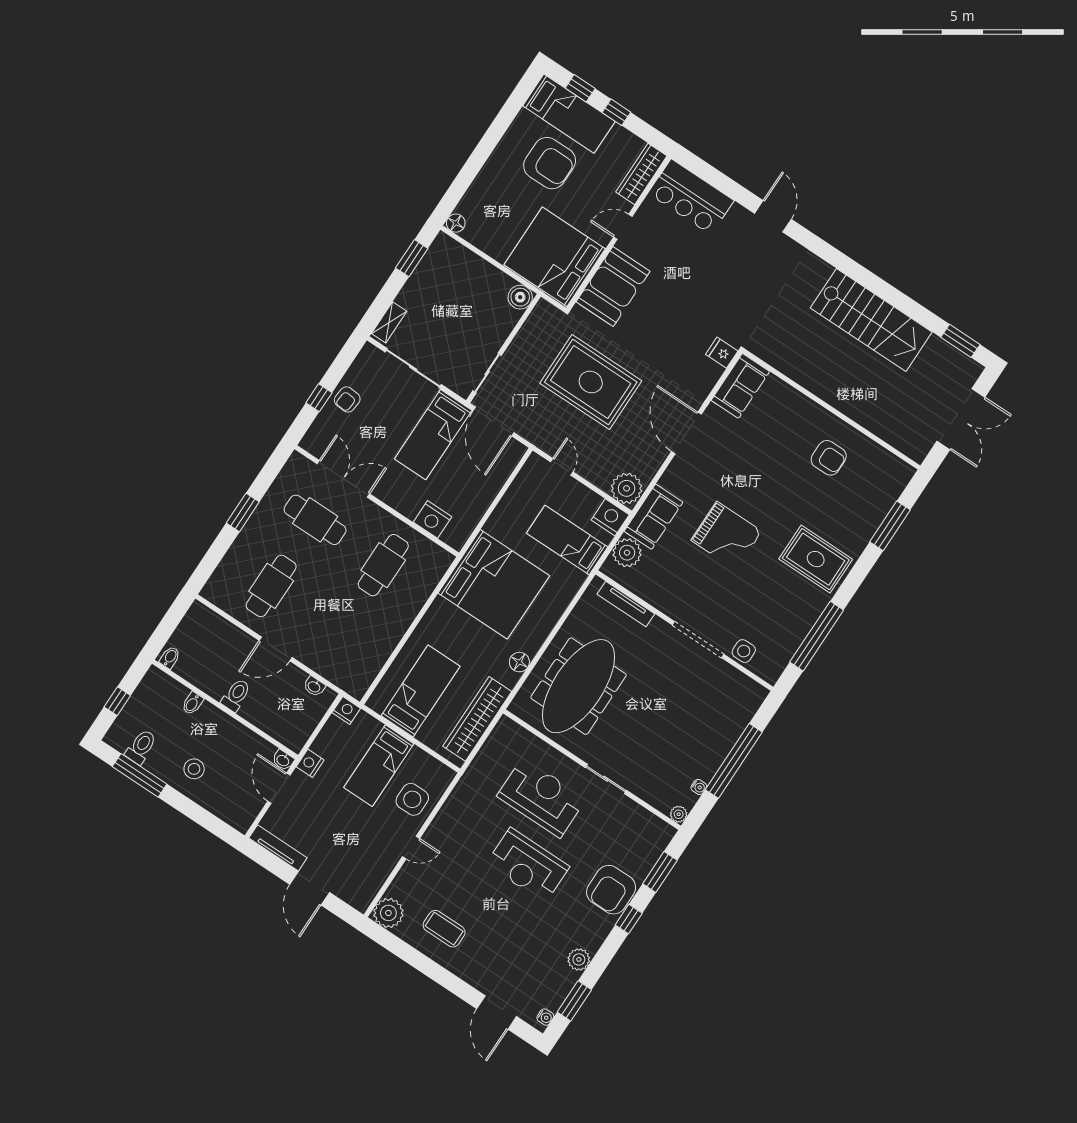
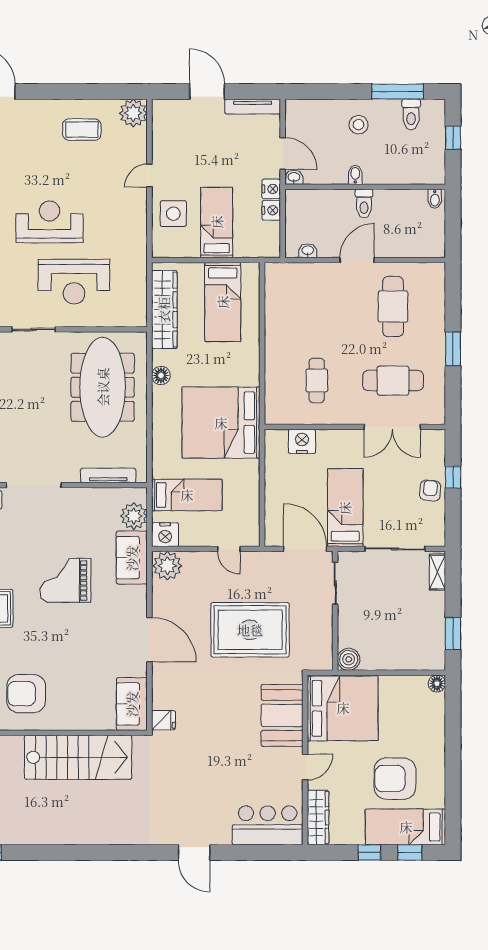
stairs: (871, 320) -> (78, 757), moved, turned 180
armchair: (829, 458) -> (26, 694), width x1.36, depth x1.36
cafe table: (383, 565) -> (317, 381), width x0.73, depth x0.74
bidet: (192, 703) -> (355, 175), moved
nightstand: (346, 710) -> (271, 210), moved, turned -90

